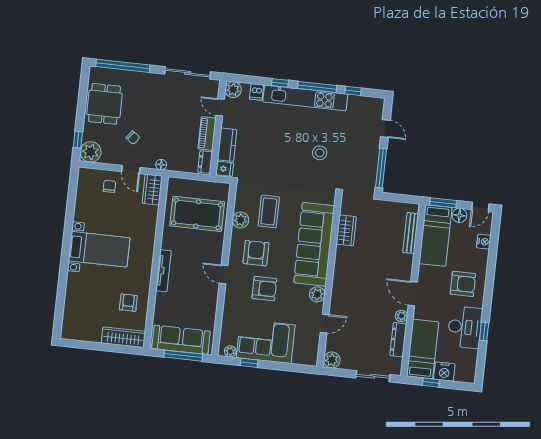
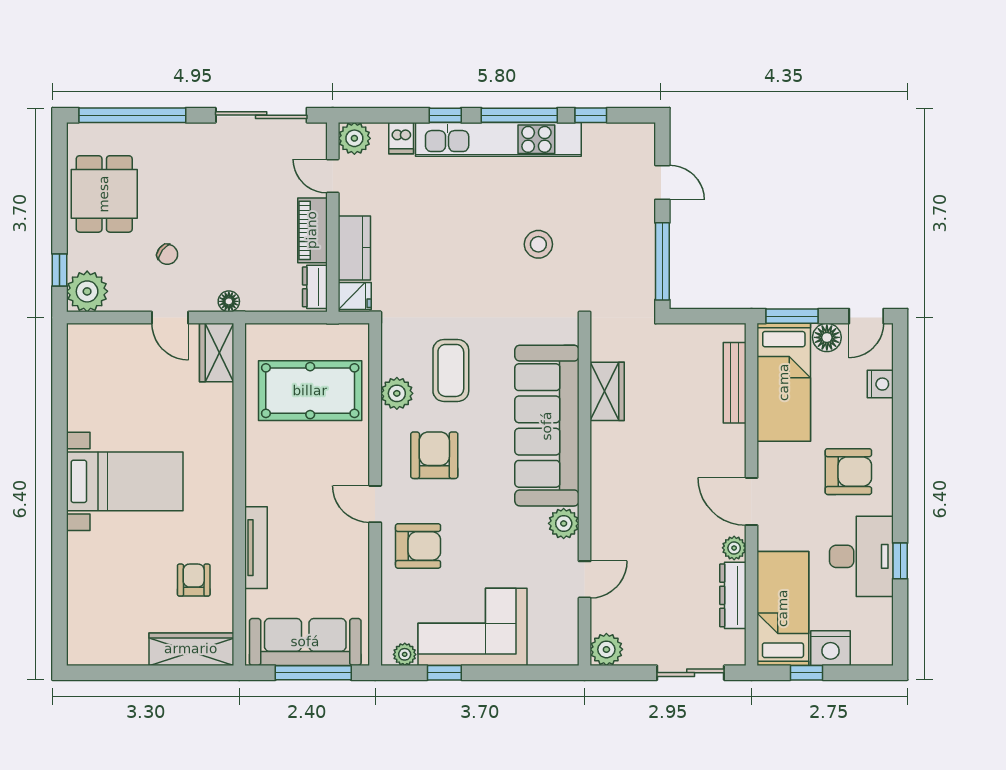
chair: (109, 186) -> (132, 355), removed
tv unit: (163, 271) -> (256, 548), moved
armchair: (264, 289) -> (418, 546), moved

